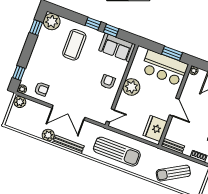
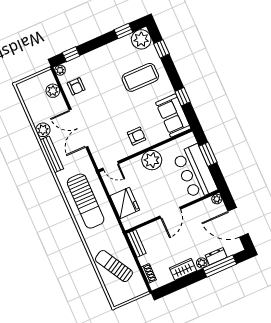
window: (93, 24) -> (161, 49), moved
window: (172, 53) -> (208, 154), moved
plant: (20, 102) -> (53, 91), moved
fridge: (155, 128) -> (125, 203), moved, turned 90

